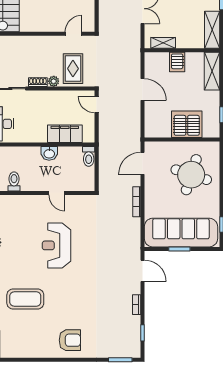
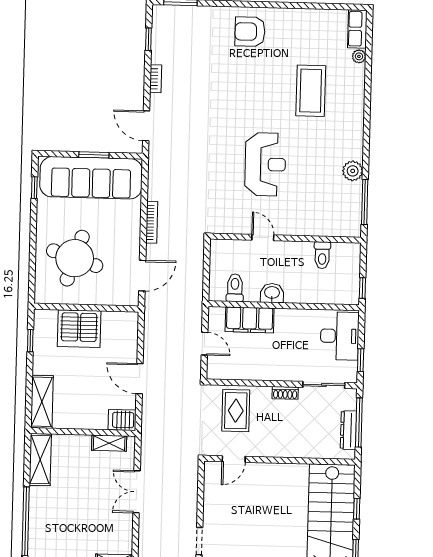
server rack: (177, 62) -> (122, 420), moved, turned -90
plant: (54, 81) -> (263, 394), removed
door: (97, 105) -> (204, 344), moved
toilet: (89, 156) -> (235, 288), moved
coffee table: (25, 299) -> (311, 91), turned 90

